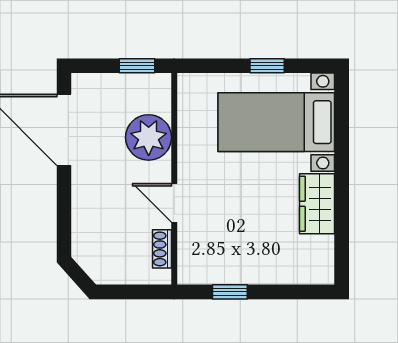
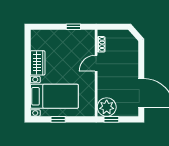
plant: (149, 137) -> (107, 107), moved
door: (174, 203) -> (96, 63), swing flipped

